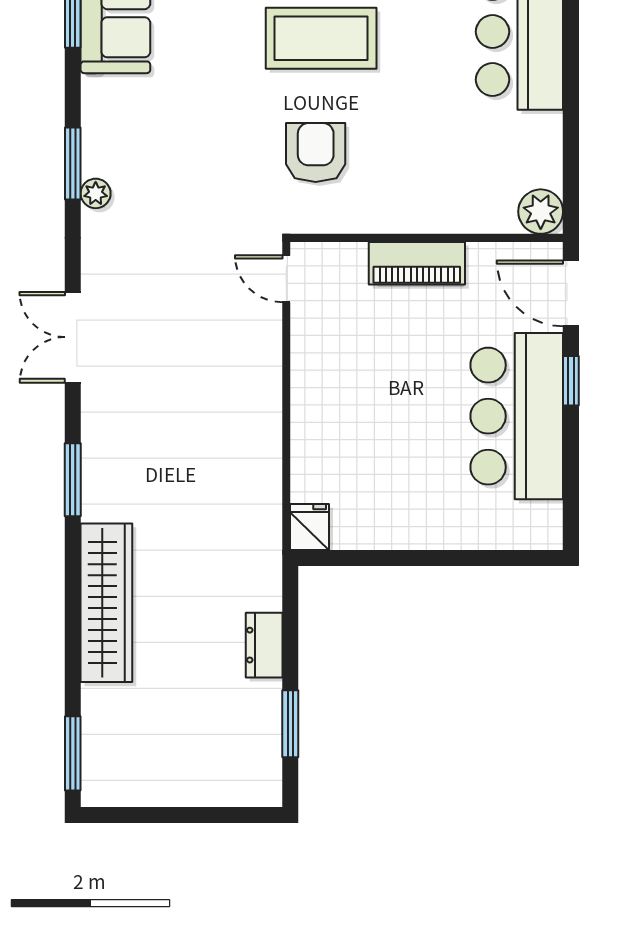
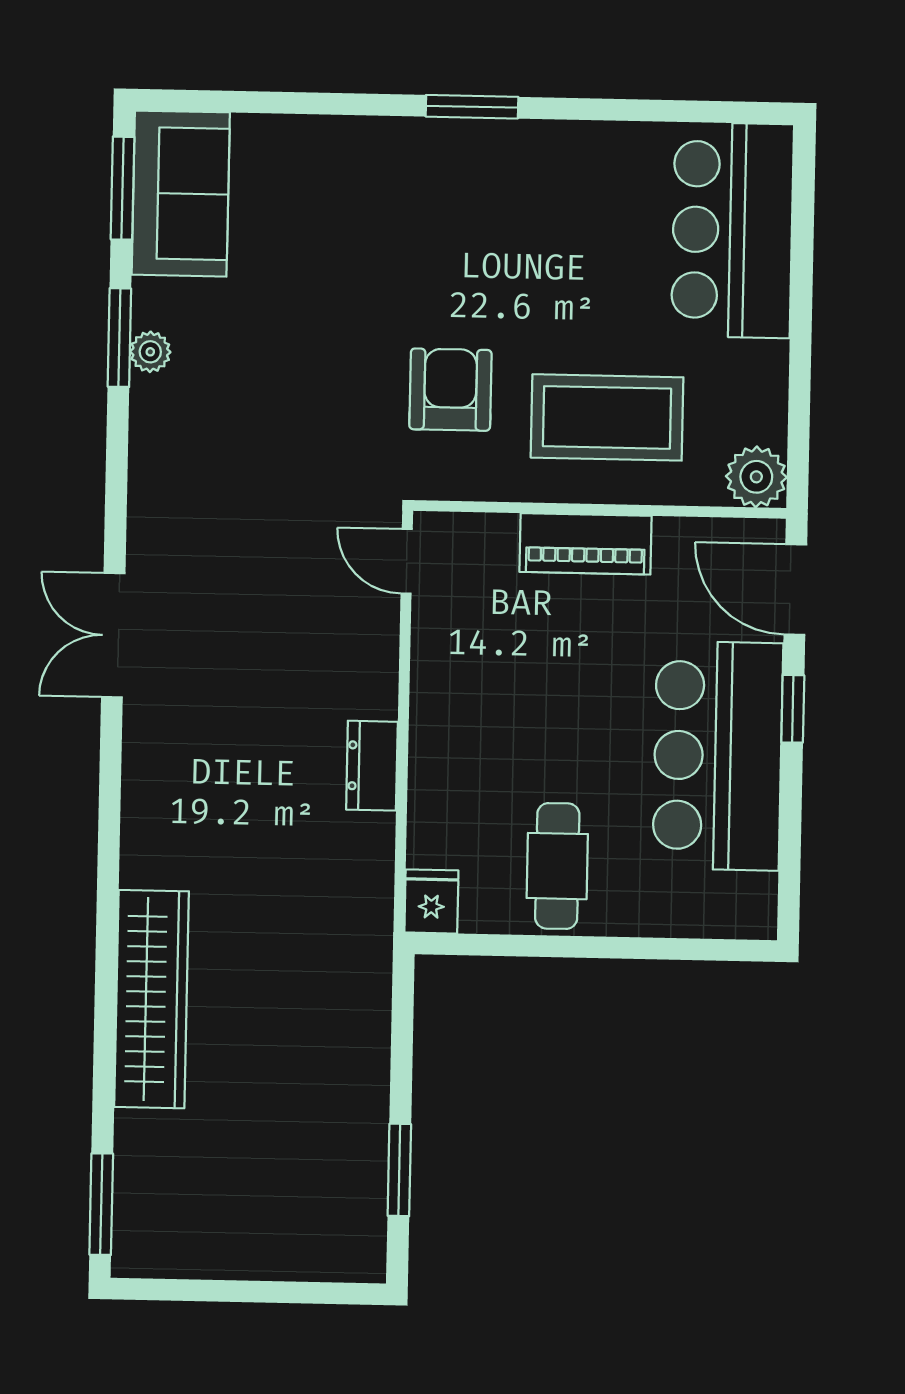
coffee table: (321, 38) -> (607, 417), moved
window: (73, 163) -> (119, 338), moved
plant: (96, 193) -> (150, 352), moved
window: (73, 480) -> (109, 830), removed
cafe table: (401, 499) -> (557, 866), added
dresser: (264, 645) -> (372, 766), moved

